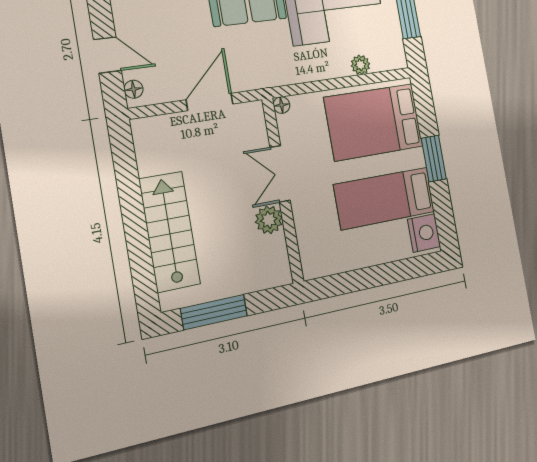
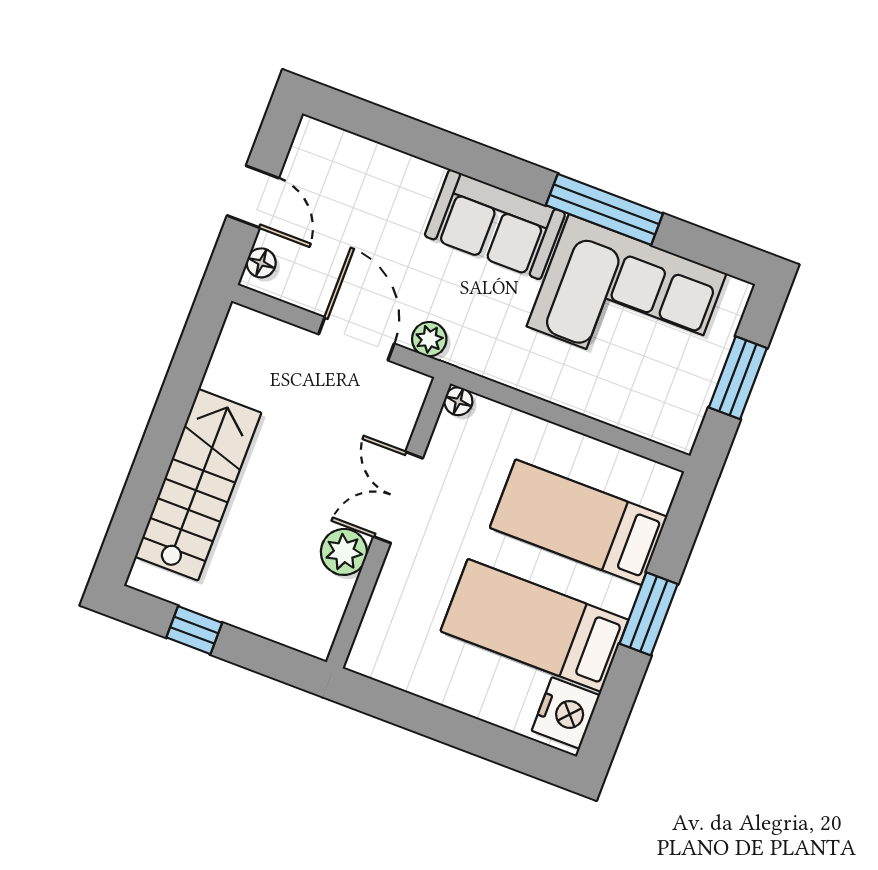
plant: (360, 65) -> (429, 339), moved
door: (210, 102) -> (356, 339), hinge flipped
bed: (374, 122) -> (579, 522), width x0.67
window: (214, 312) -> (194, 630), width x0.46

